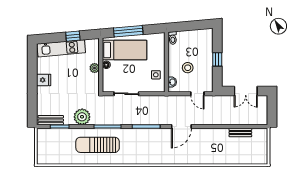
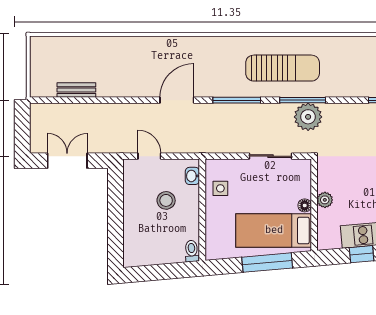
window: (217, 59) -> (115, 215), removed
plant: (82, 117) -> (308, 117), moved
sun lounger: (98, 145) -> (283, 68), moved

